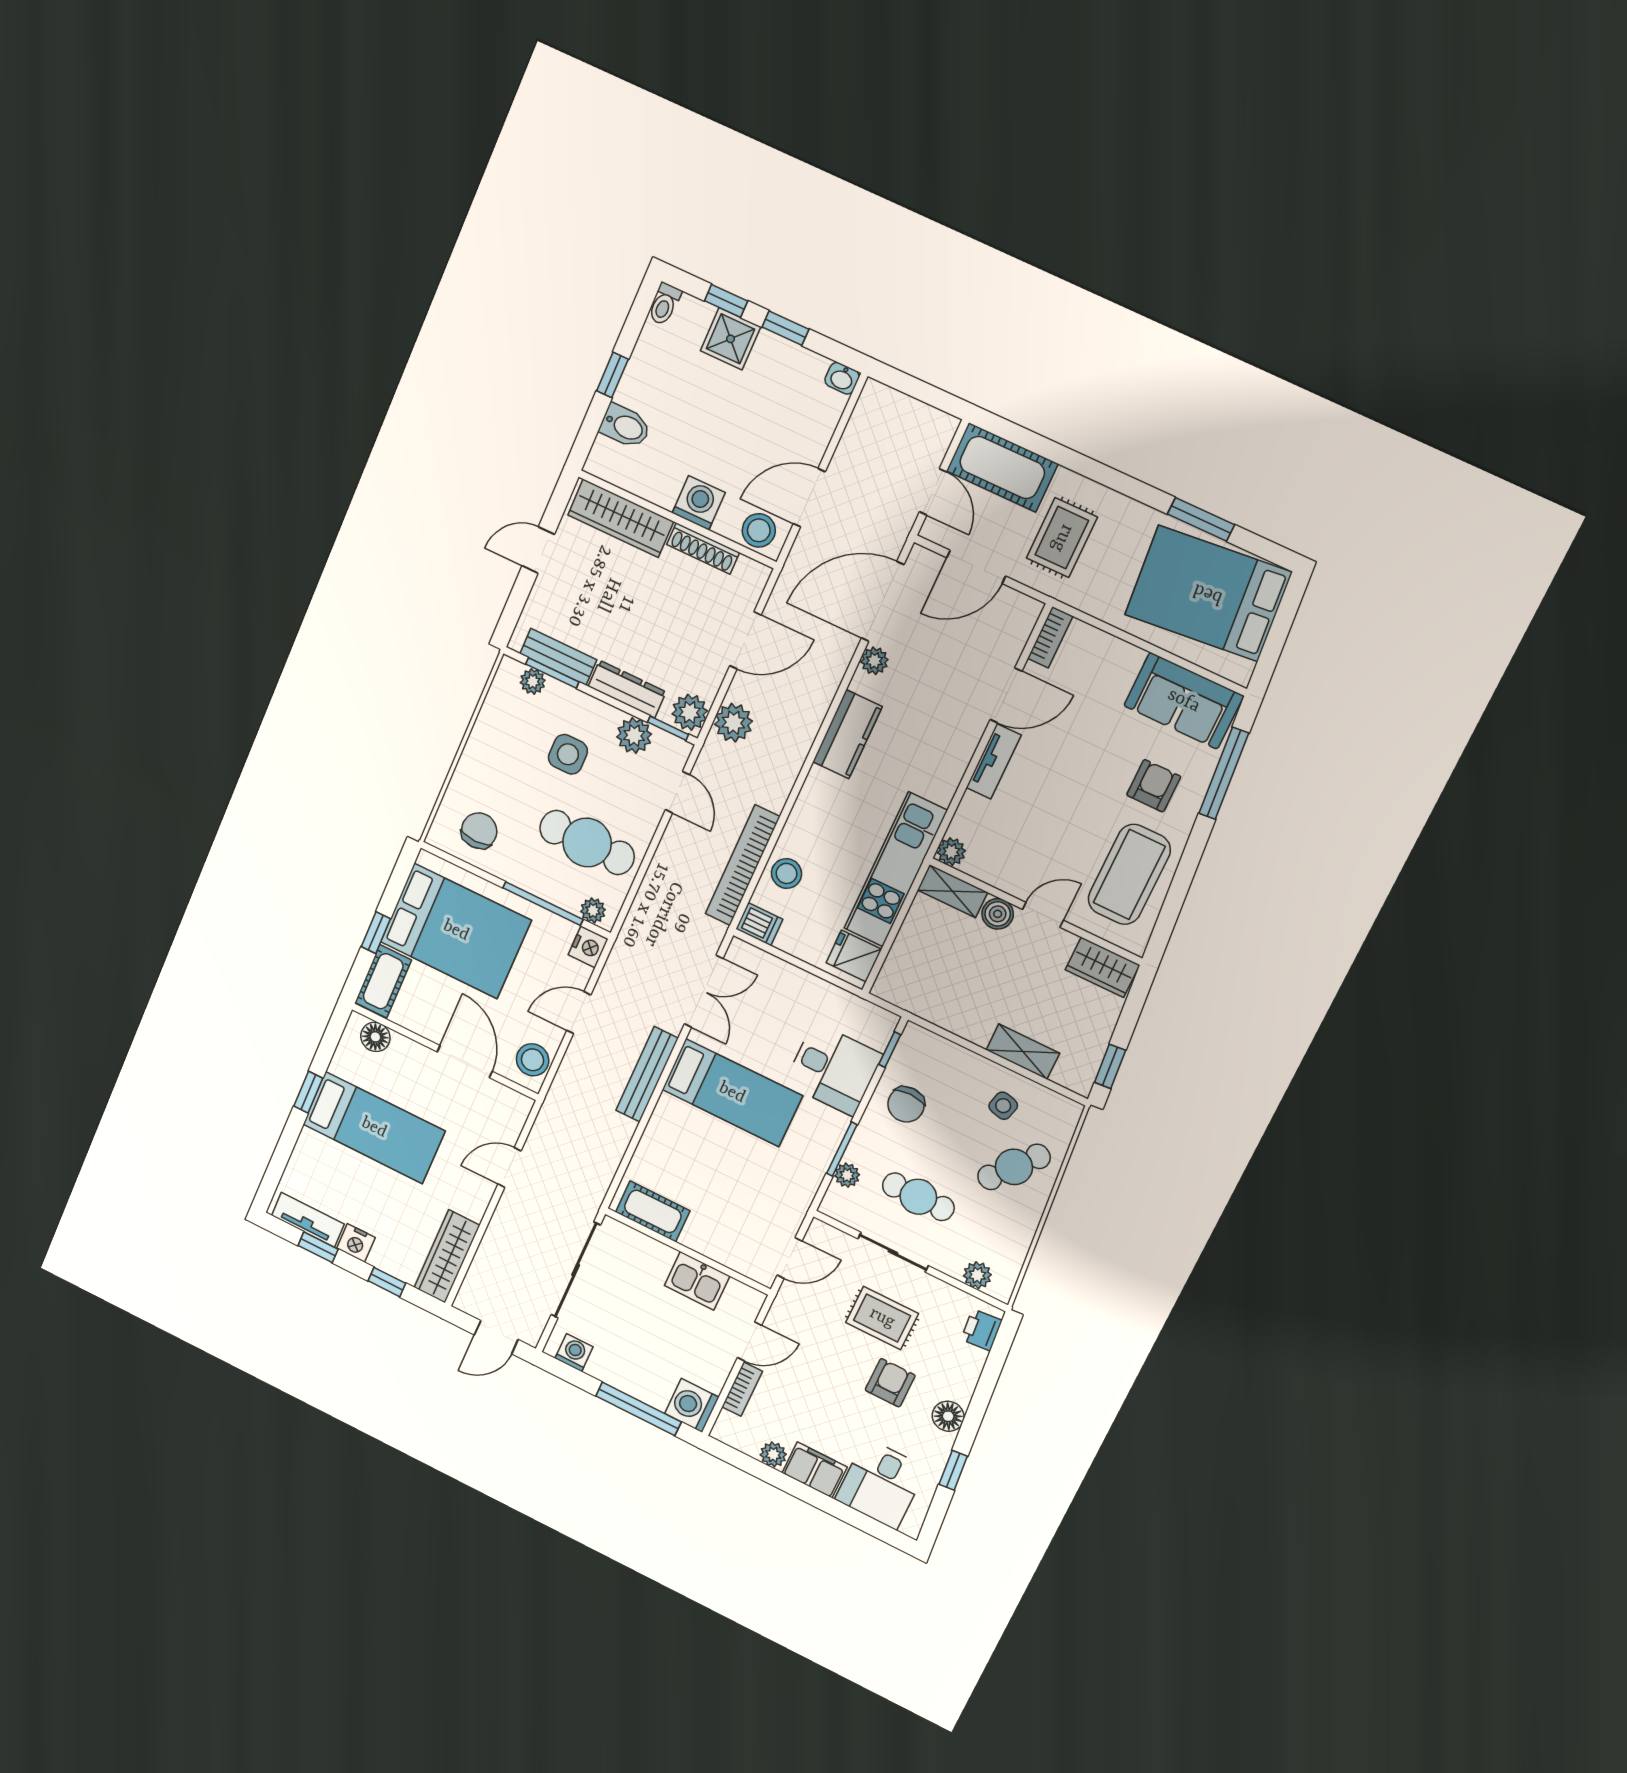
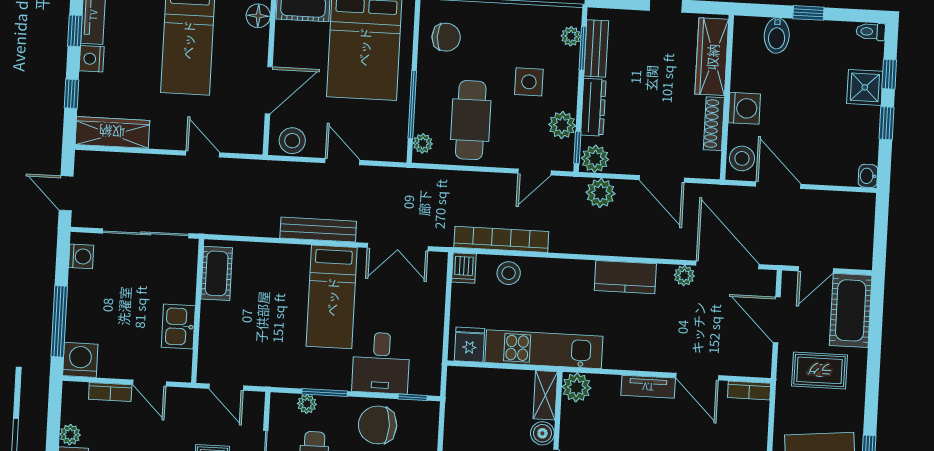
plant: (951, 852) -> (577, 387), width x1.38, depth x1.38
nightstand: (588, 947) -> (394, 150), removed
chair: (906, 1104) -> (378, 425), width x1.37, depth x1.37

